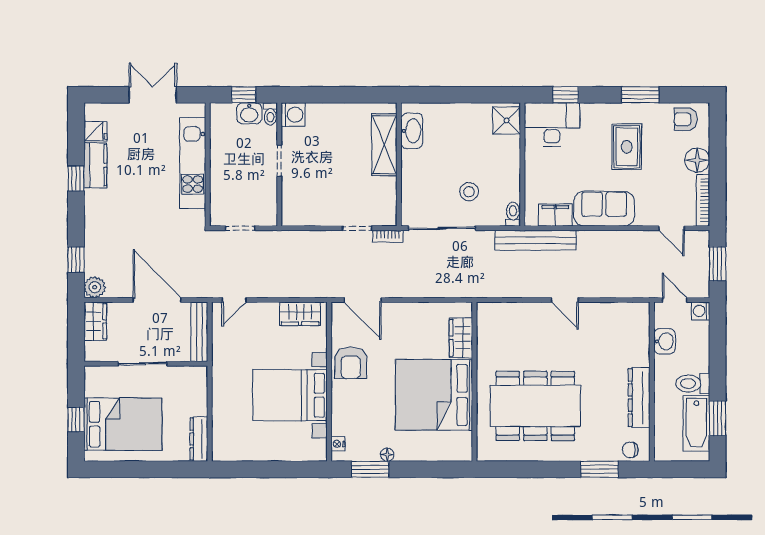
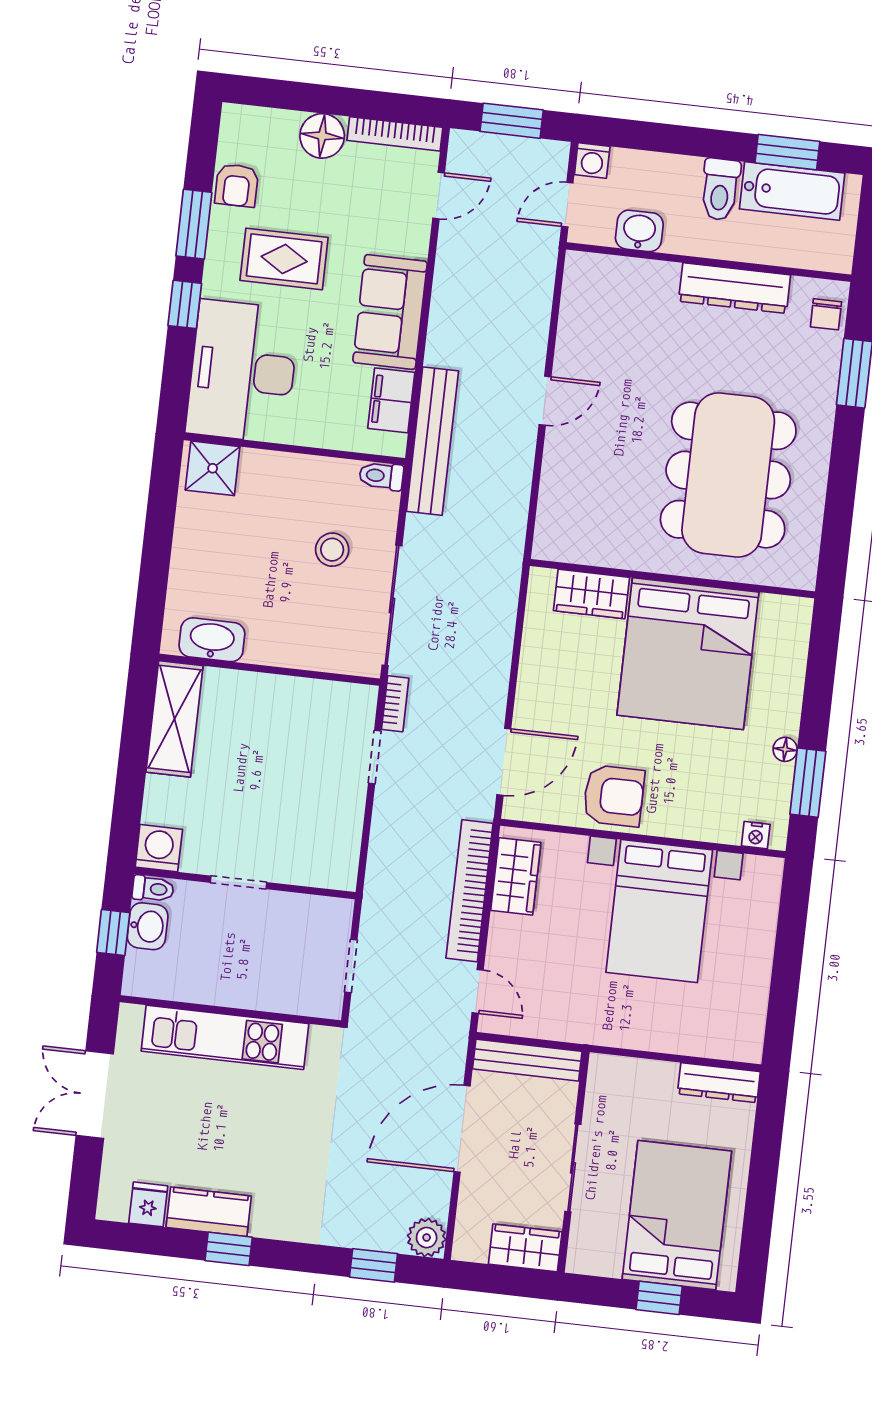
window: (566, 95) -> (185, 304), moved
armchair: (686, 119) -> (237, 185), moved
desk: (552, 124) -> (243, 371), width x1.36, depth x1.30
shelving: (384, 145) -> (175, 719), moved, turned 90
bookcase: (289, 289) -> (470, 891), added
wardrobe: (95, 321) -> (525, 1248), moved

